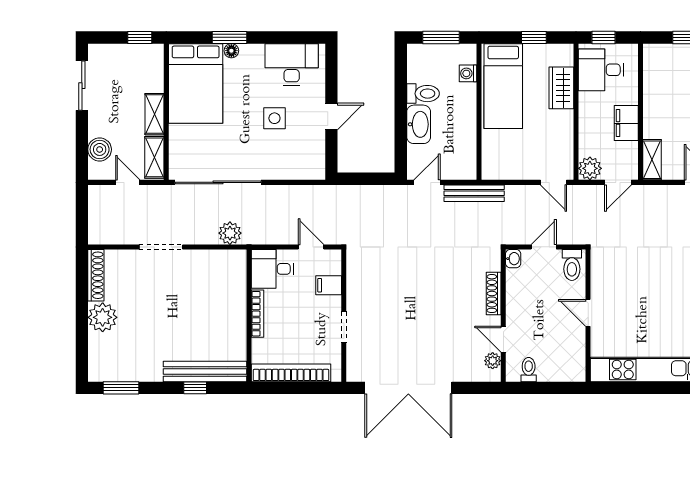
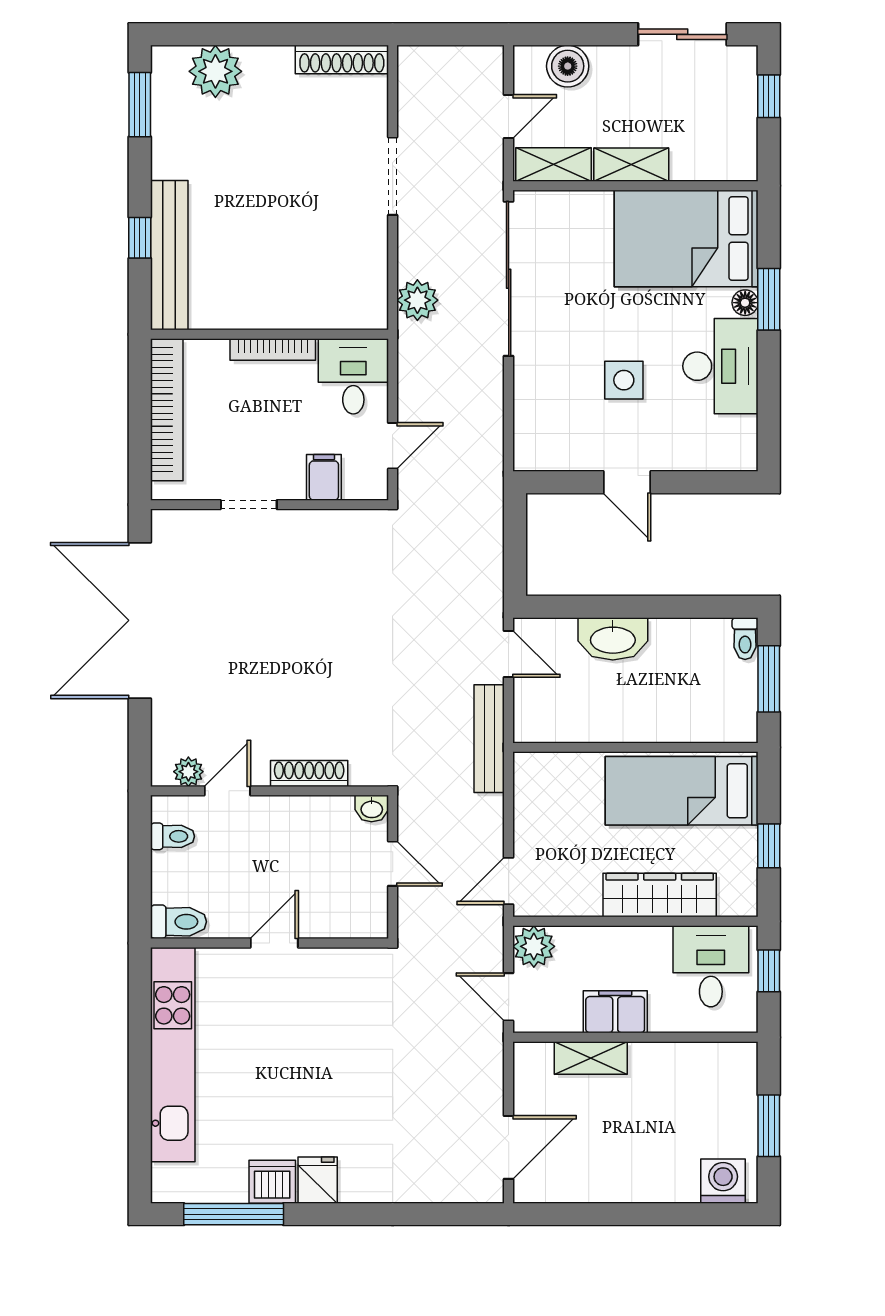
window: (140, 37) -> (769, 96), moved
desk: (292, 64) -> (720, 366), moved
washing machine: (468, 73) -> (704, 728), removed
wardrobe: (561, 88) -> (660, 895), width x1.50
toilet: (423, 94) -> (745, 639), moved, width x0.73, depth x0.72
shelving: (652, 160) -> (591, 1058), moved
toilet: (572, 265) -> (179, 922), moved, turned 180
plant: (103, 317) -> (215, 71), moved

